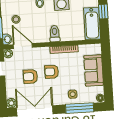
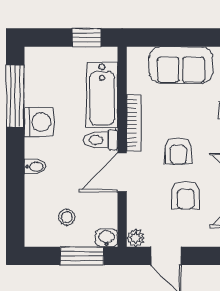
window: (103, 12) -> (86, 38), moved
bathtub: (92, 23) -> (102, 95), moved, turned 90
door: (23, 46) -> (122, 172), moved

